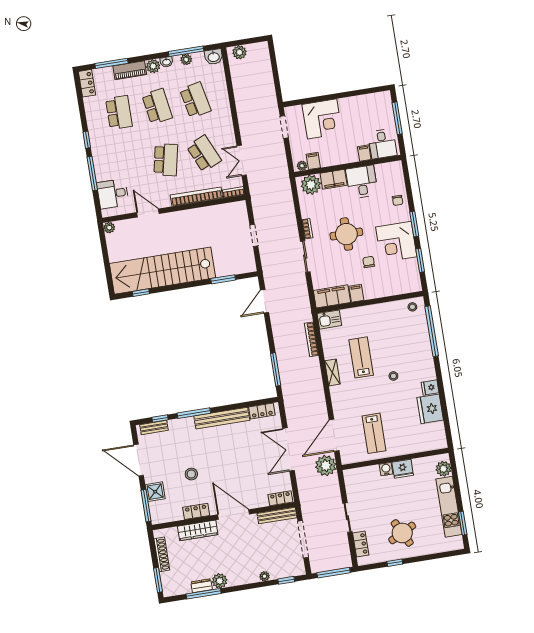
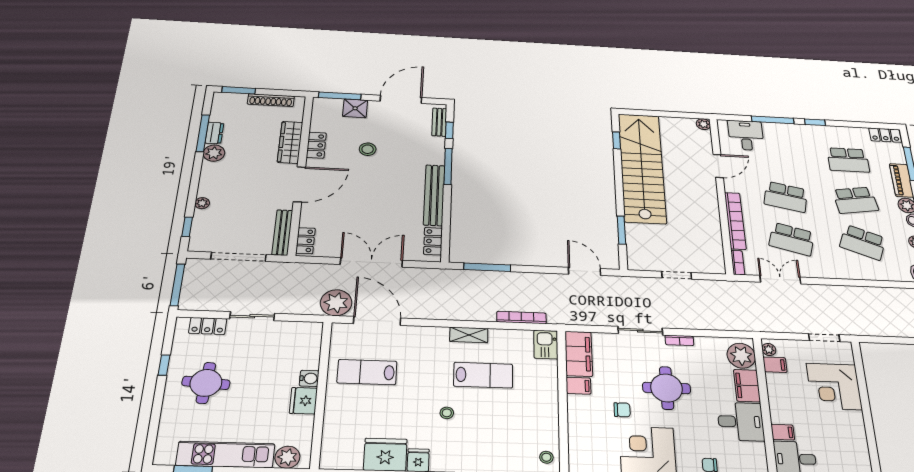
school desk: (195, 100) -> (863, 242), turned 33
school desk: (204, 154) -> (792, 239), turned 39
round table: (402, 533) -> (206, 383), turned 31

